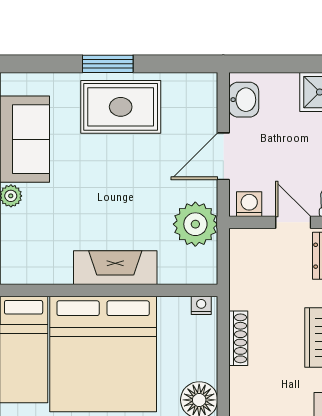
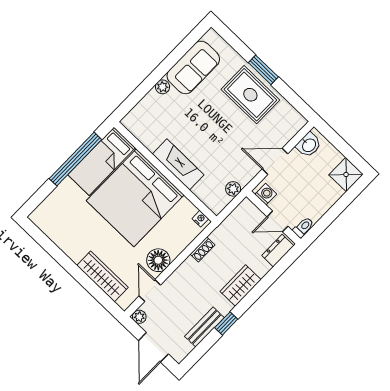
door: (293, 222) -> (278, 221), swing flipped
plant: (195, 224) -> (233, 189), width x0.53, depth x0.53
shoe rack: (238, 338) -> (203, 250), width x0.70

